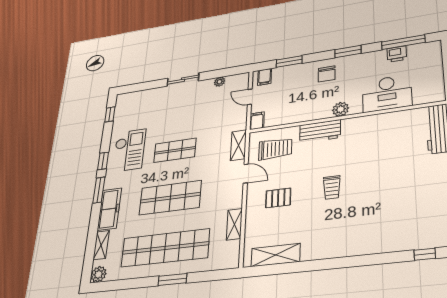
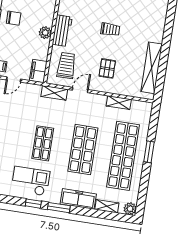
plant: (341, 109) -> (45, 33), moved
filing cabinet: (257, 121) -> (38, 71), width x2.00
shelving: (276, 255) -> (152, 68), width x1.47

